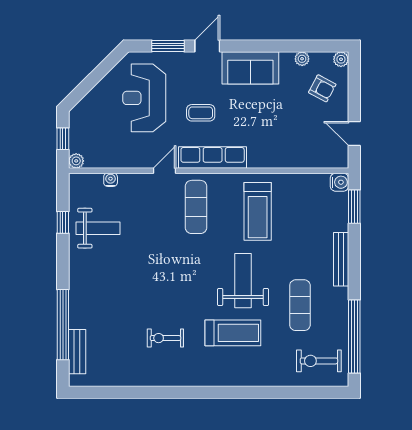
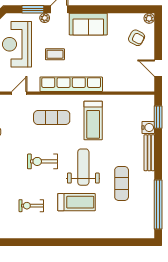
plant: (302, 59) -> (45, 18), moved
row of seats: (213, 158) -> (71, 84), width x1.36
door: (165, 171) -> (19, 93), moved
water cooler: (339, 182) -> (148, 127), moved
exercise mat: (196, 207) -> (52, 118), turned 90
exercise bike: (319, 361) -> (43, 161), moved

